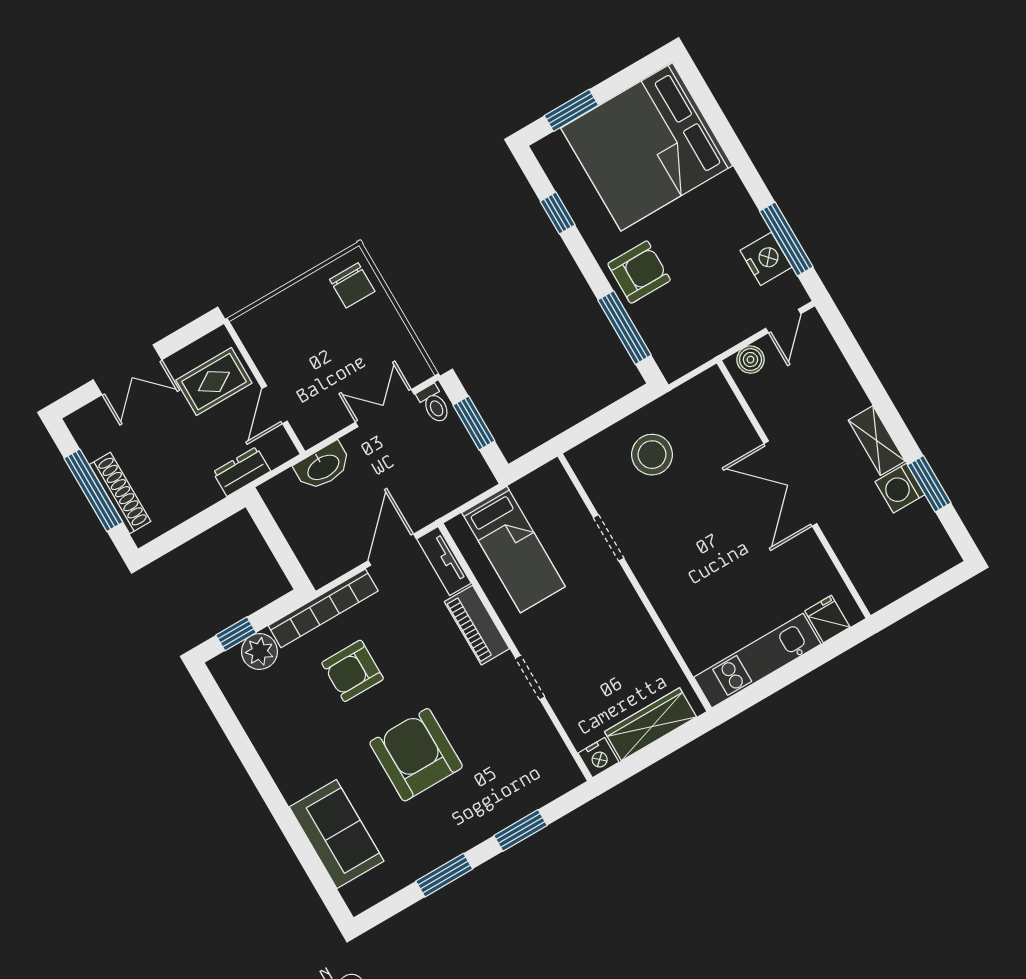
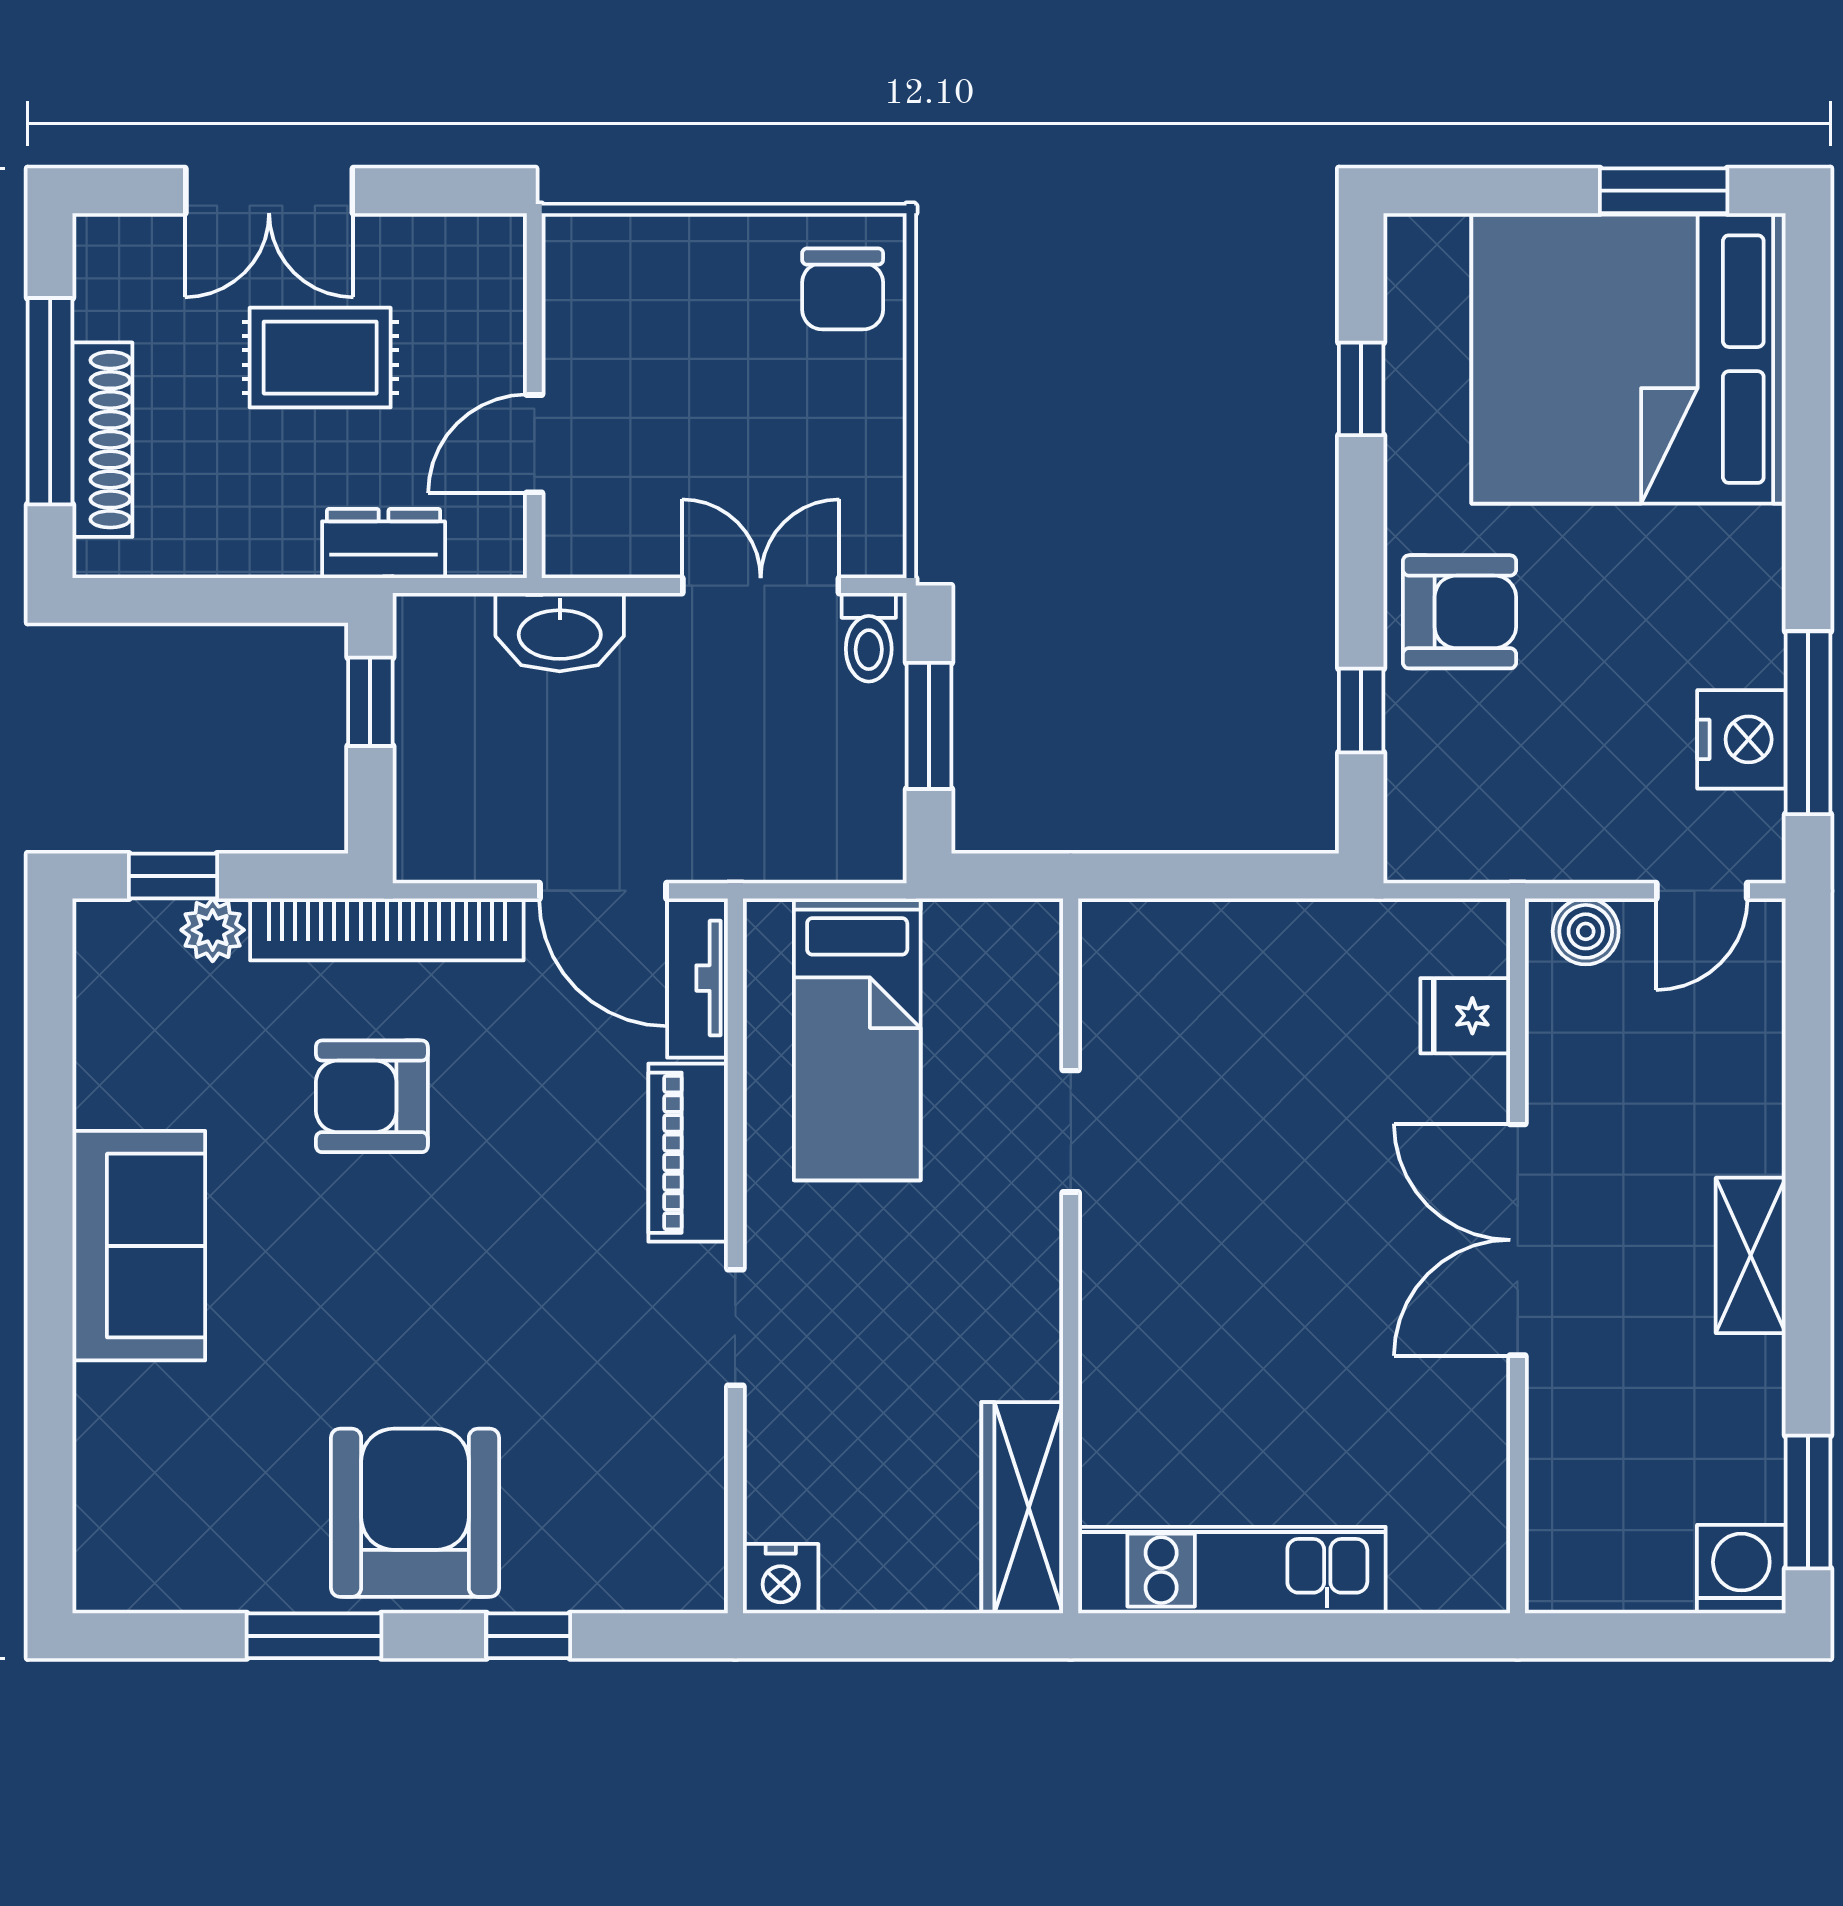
window: (571, 110) -> (1664, 191), moved
window: (625, 328) -> (1361, 710), width x0.46
rug: (214, 382) -> (320, 358), moved
stool: (652, 455) -> (1263, 1010), removed
window: (929, 484) -> (1808, 1502), moved
washing machine: (900, 488) -> (1741, 1569), moved, turned 90
window: (270, 531) -> (370, 702), added
door: (392, 550) -> (603, 891), swing flipped
fridge: (827, 619) -> (1465, 1016), moved, turned -90
plant: (259, 651) -> (213, 930), width x0.73, depth x0.73
wardrobe: (650, 724) -> (1022, 1508), moved, turned -90
armchair: (416, 755) -> (415, 1513), moved
window: (521, 830) -> (528, 1636), width x0.67
sofa: (337, 834) -> (139, 1246), moved

